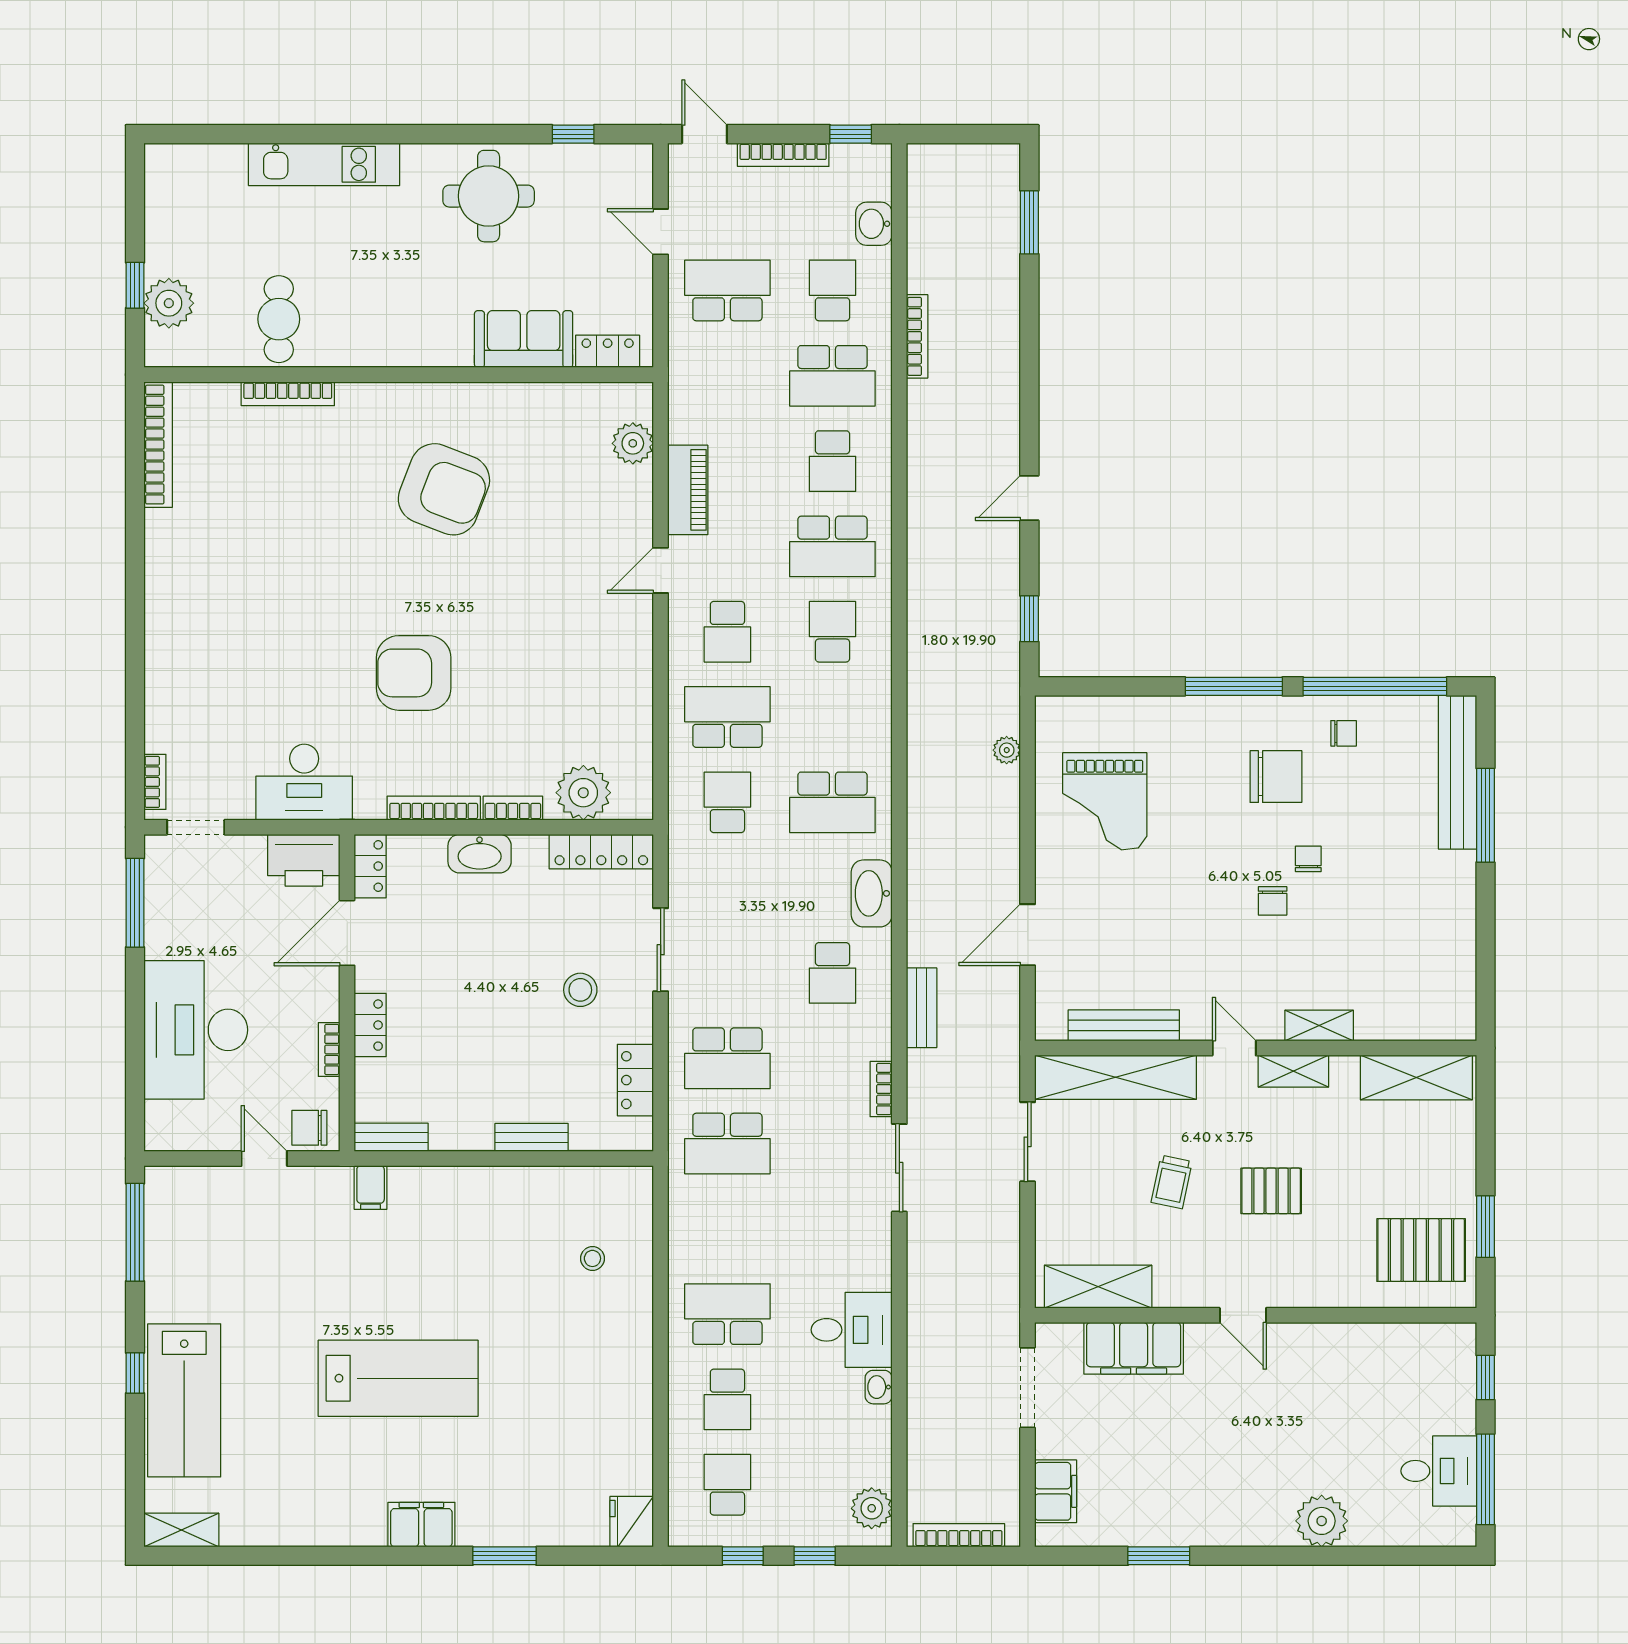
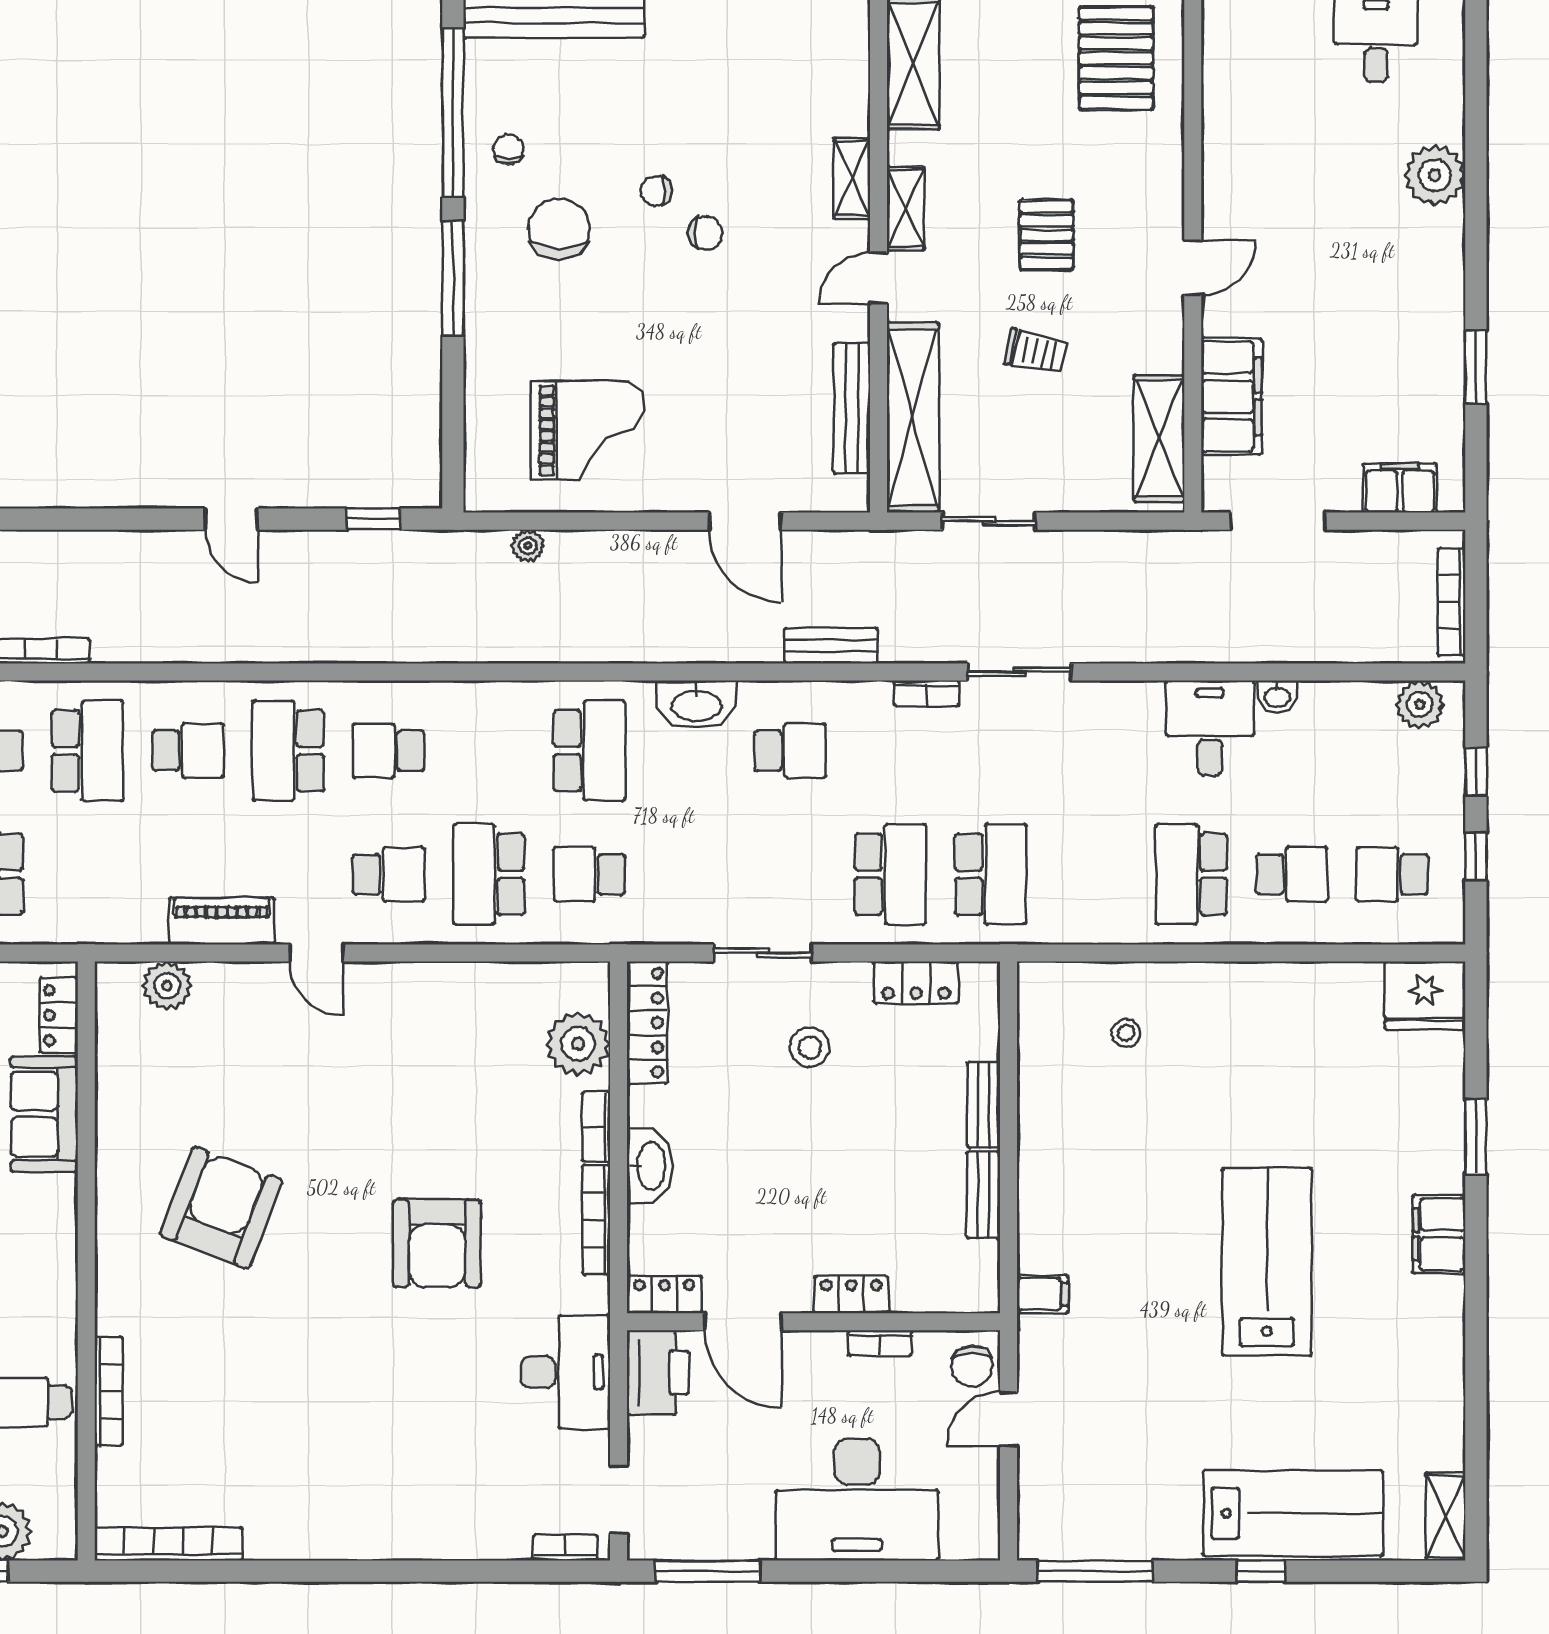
school desk: (832, 546) -> (288, 751), turned 180
bench: (391, 1137) -> (983, 1195), moved
fridge: (632, 1522) -> (1425, 996), width x1.36, depth x1.34

